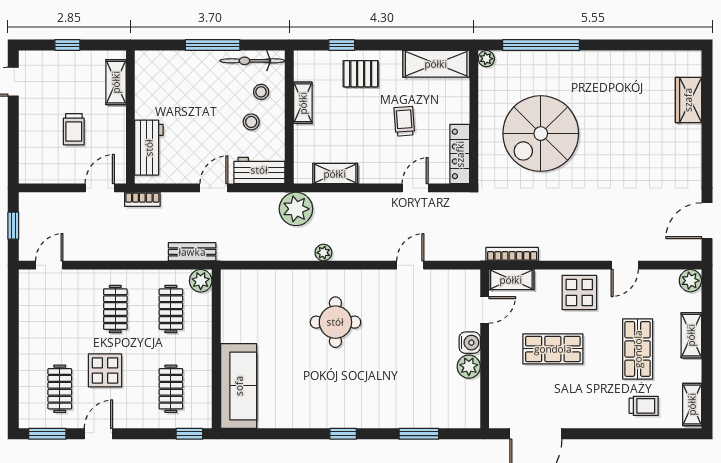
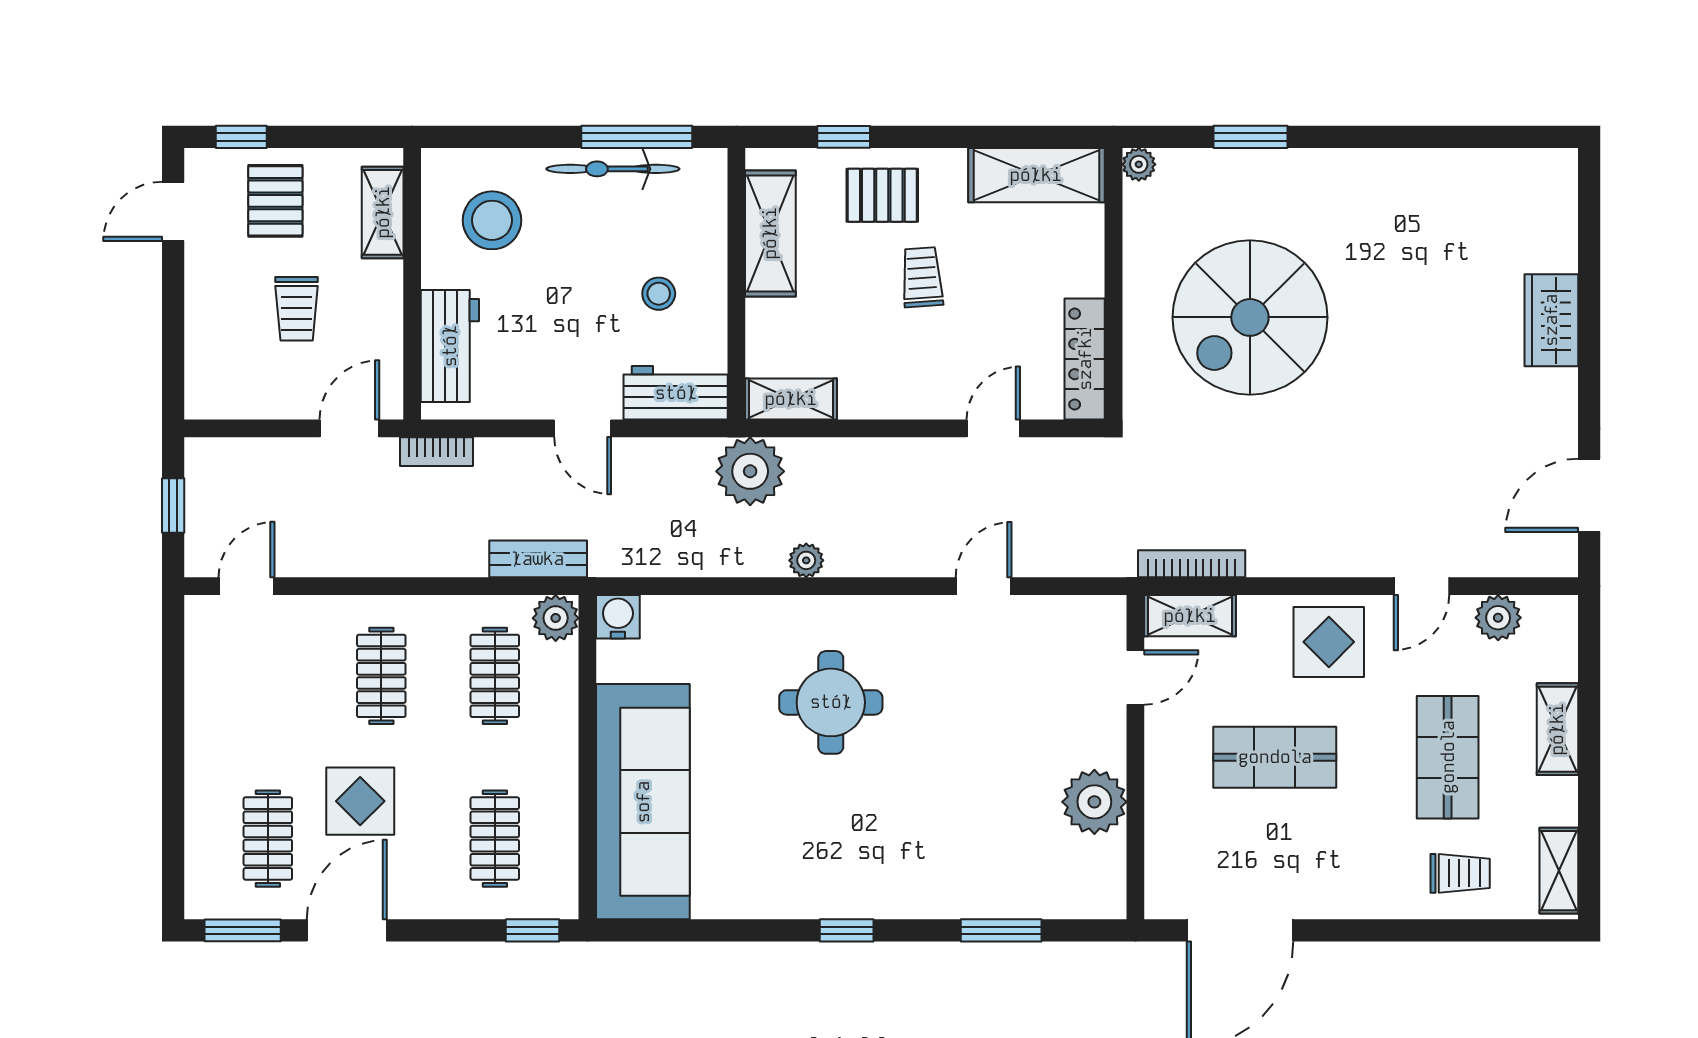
window: (67, 45) -> (241, 137), moved
window: (213, 45) -> (637, 137), moved
window: (541, 45) -> (1250, 137), width x0.47
bicycle: (252, 61) -> (613, 169), moved
pallet: (63, 76) -> (275, 201), added
stool: (261, 92) -> (492, 220), moved, width x1.89, depth x1.89
wardrobe: (688, 100) -> (1551, 320), moved
shelving: (303, 103) -> (770, 233), width x1.50, depth x1.33
trolley: (404, 121) -> (922, 277), moved
shelving: (335, 174) -> (791, 399), moved
door: (214, 188) -> (583, 428), swing flipped
plant: (690, 281) -> (1498, 618), moved
water cooler: (470, 343) -> (618, 617), moved, turned -90
plant: (469, 367) -> (1094, 802), width x1.36, depth x1.36
sofa: (239, 386) -> (643, 802), width x1.36, depth x1.27
door: (98, 434) -> (347, 930), width x1.38

